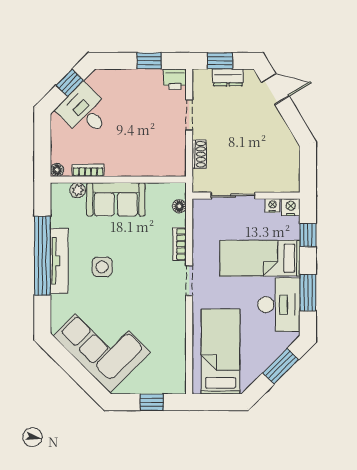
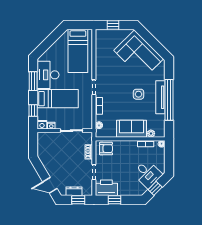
printer: (175, 79) -> (106, 188), width x1.87, depth x1.48
armchair: (166, 161) -> (106, 149), added
window: (281, 366) -> (47, 43), removed

